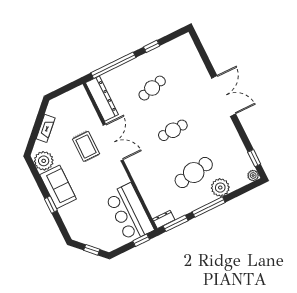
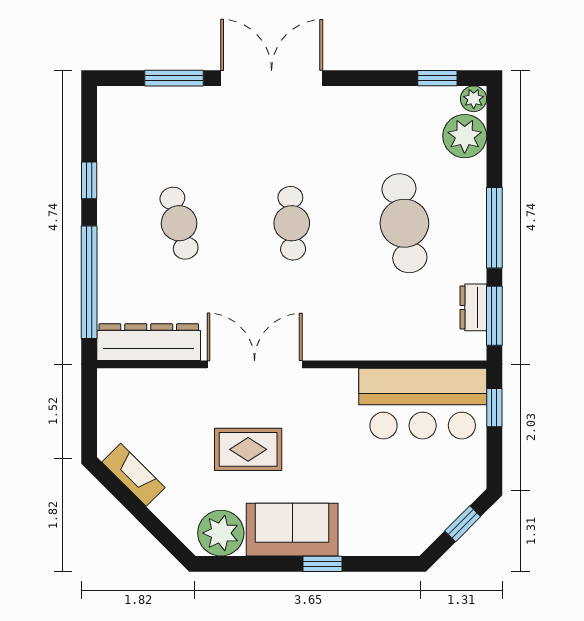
window: (206, 59) -> (174, 78), added
fireplace: (46, 128) -> (133, 475), moved
rug: (86, 146) -> (248, 449), moved
plant: (220, 188) -> (465, 136), moved
dresser: (164, 219) -> (473, 307), moved

